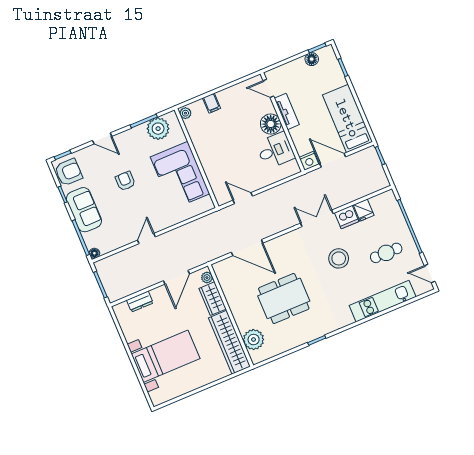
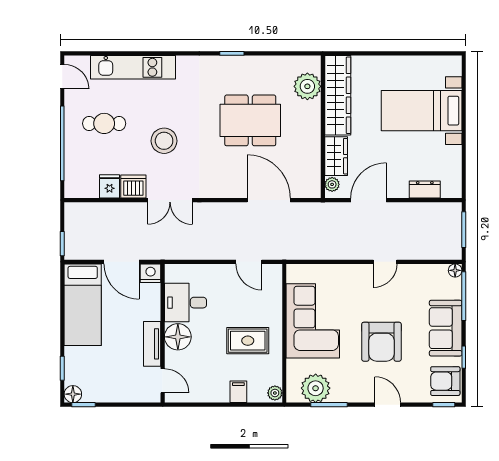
floor lamp: (312, 59) -> (73, 394), moved
rug: (220, 142) -> (248, 341), added
armchair: (125, 181) -> (381, 342), width x1.88, depth x1.88

